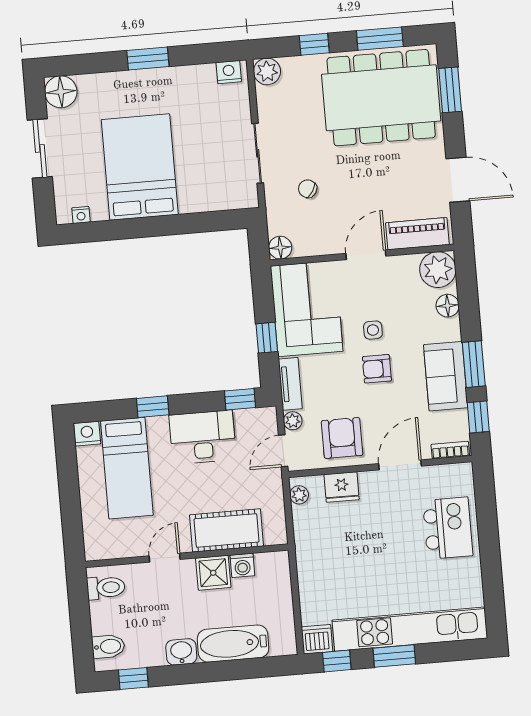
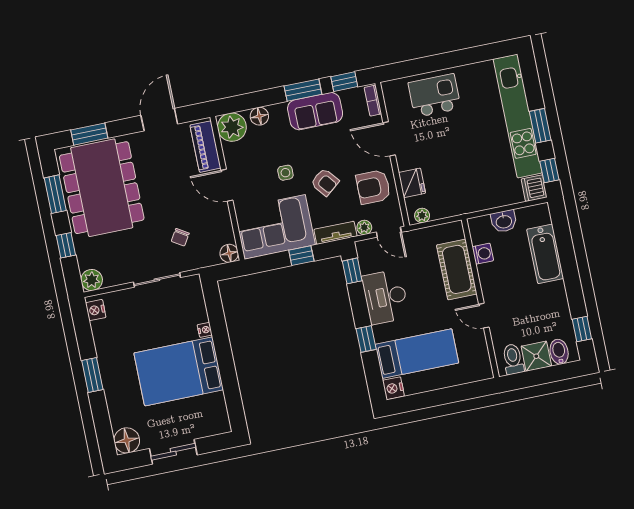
nightstand: (81, 215) -> (205, 330), moved
armchair: (377, 369) -> (325, 182), moved, turned -39
shower: (213, 573) -> (536, 356), moved
washbasin: (181, 652) -> (504, 221), moved, turned -90

